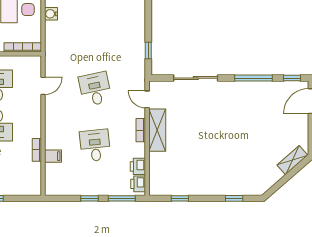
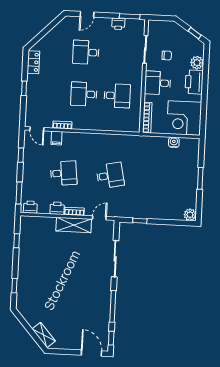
door: (43, 86) -> (37, 129), moved
printer: (138, 166) -> (57, 208), moved
window: (90, 198) -> (21, 155), moved

